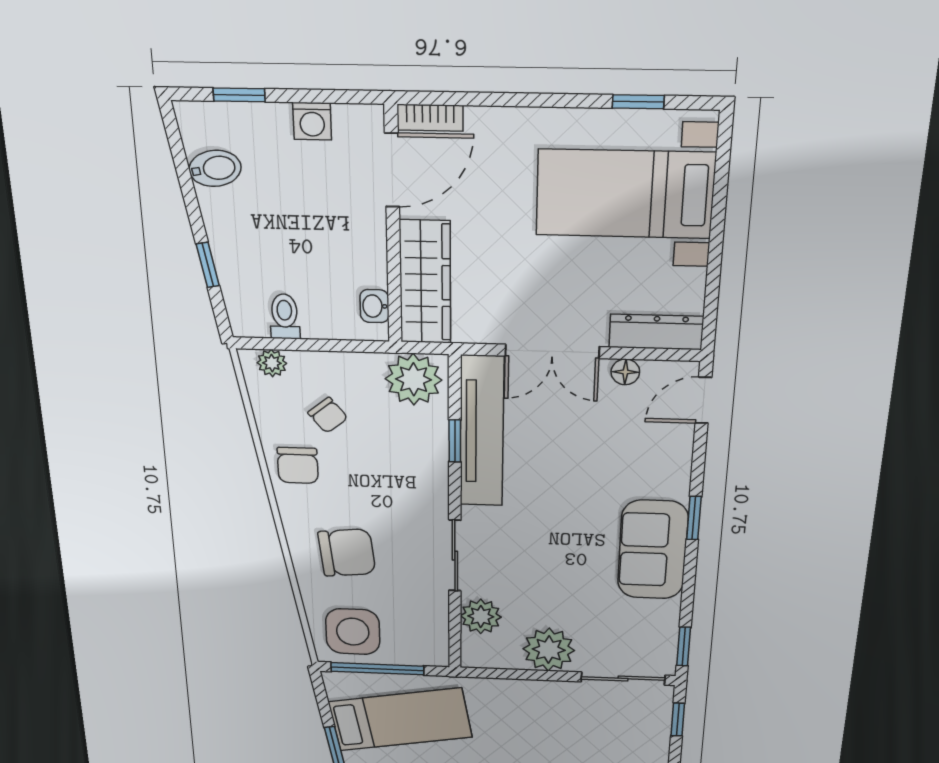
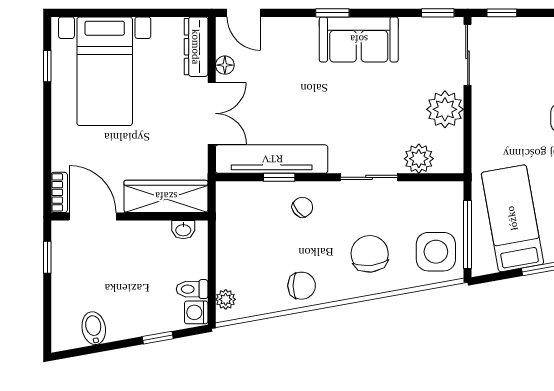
window: (239, 95) -> (47, 257), moved
washing machine: (312, 121) -> (196, 312), moved, turned 180
plant: (414, 379) -> (235, 205), removed
chair: (328, 415) -> (302, 207), moved

